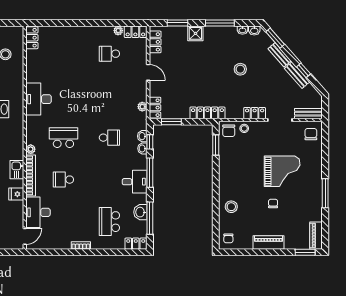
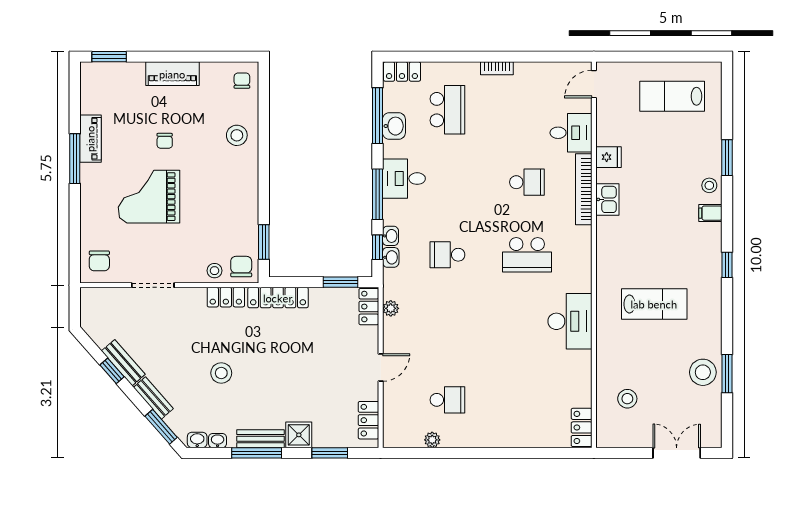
locker: (135, 32) -> (403, 438), removed
door: (148, 72) -> (381, 367), swing flipped
locker: (255, 113) -> (226, 297), moved
bench: (308, 114) -> (261, 439), moved
plant: (31, 149) -> (584, 235), removed
desk: (38, 212) -> (571, 133), width x0.73
piano: (316, 236) -> (90, 139), moved

